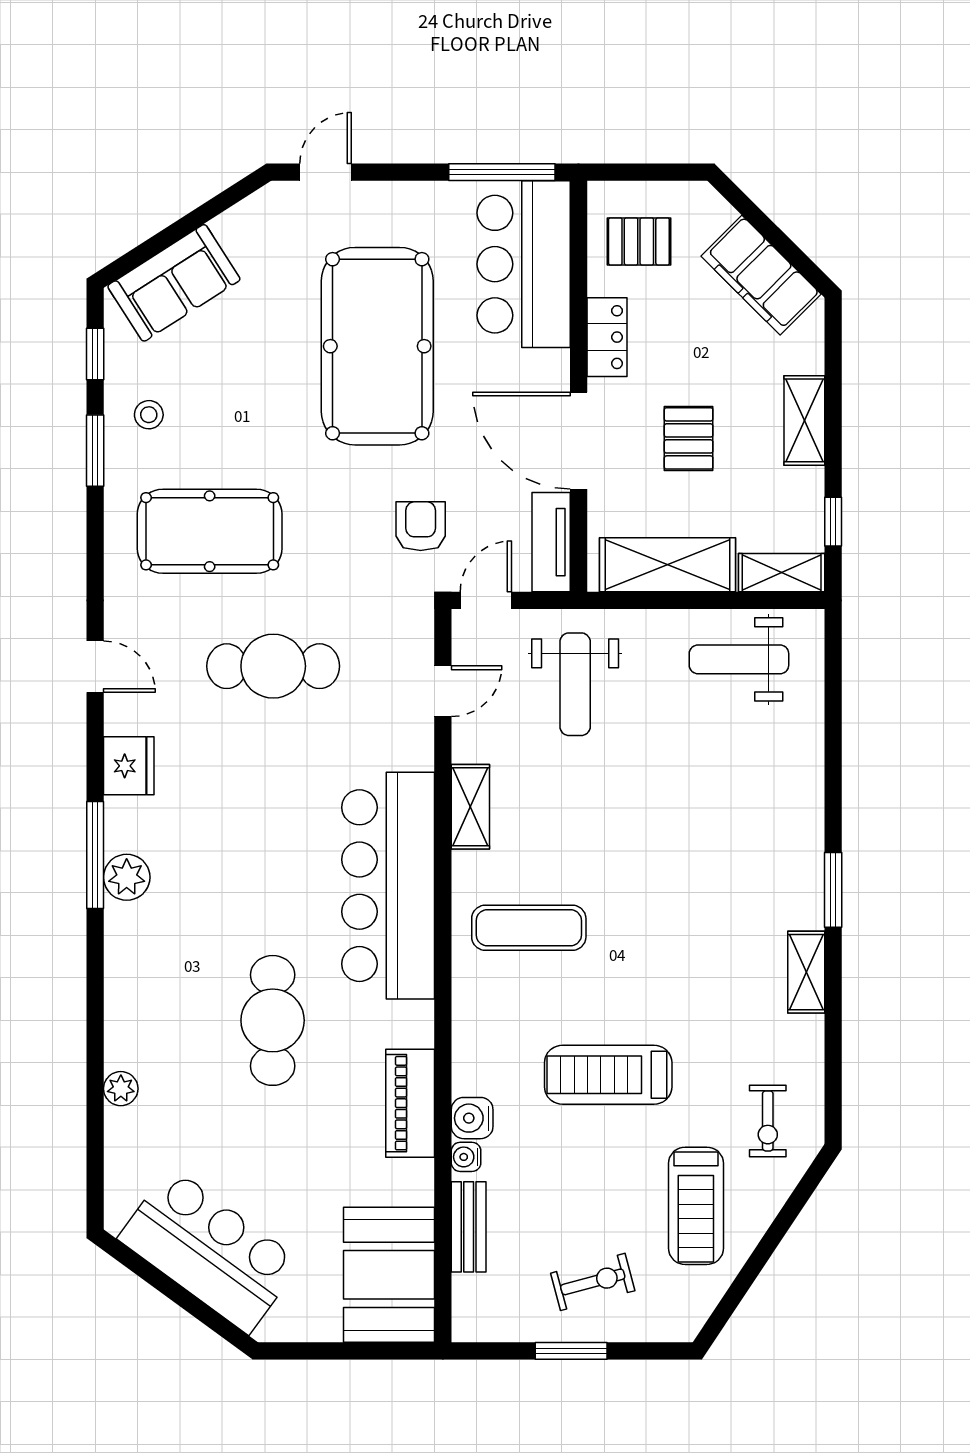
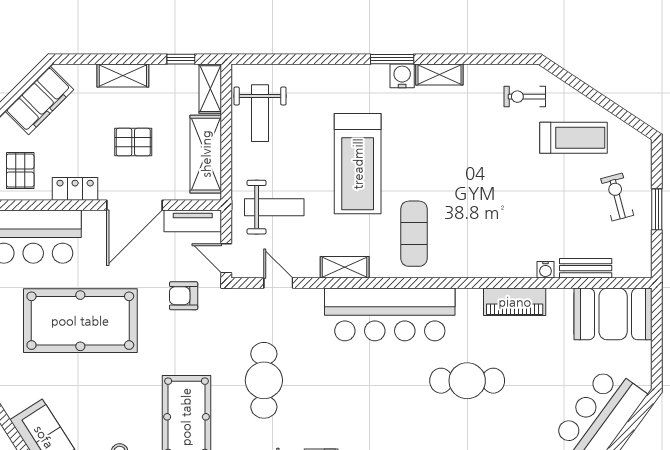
treadmill: (608, 1075) -> (358, 164), moved, width x1.37, depth x1.38
water cooler: (472, 1118) -> (402, 76), moved, turned 180
exercise bike: (768, 1121) -> (525, 97), turned 180

